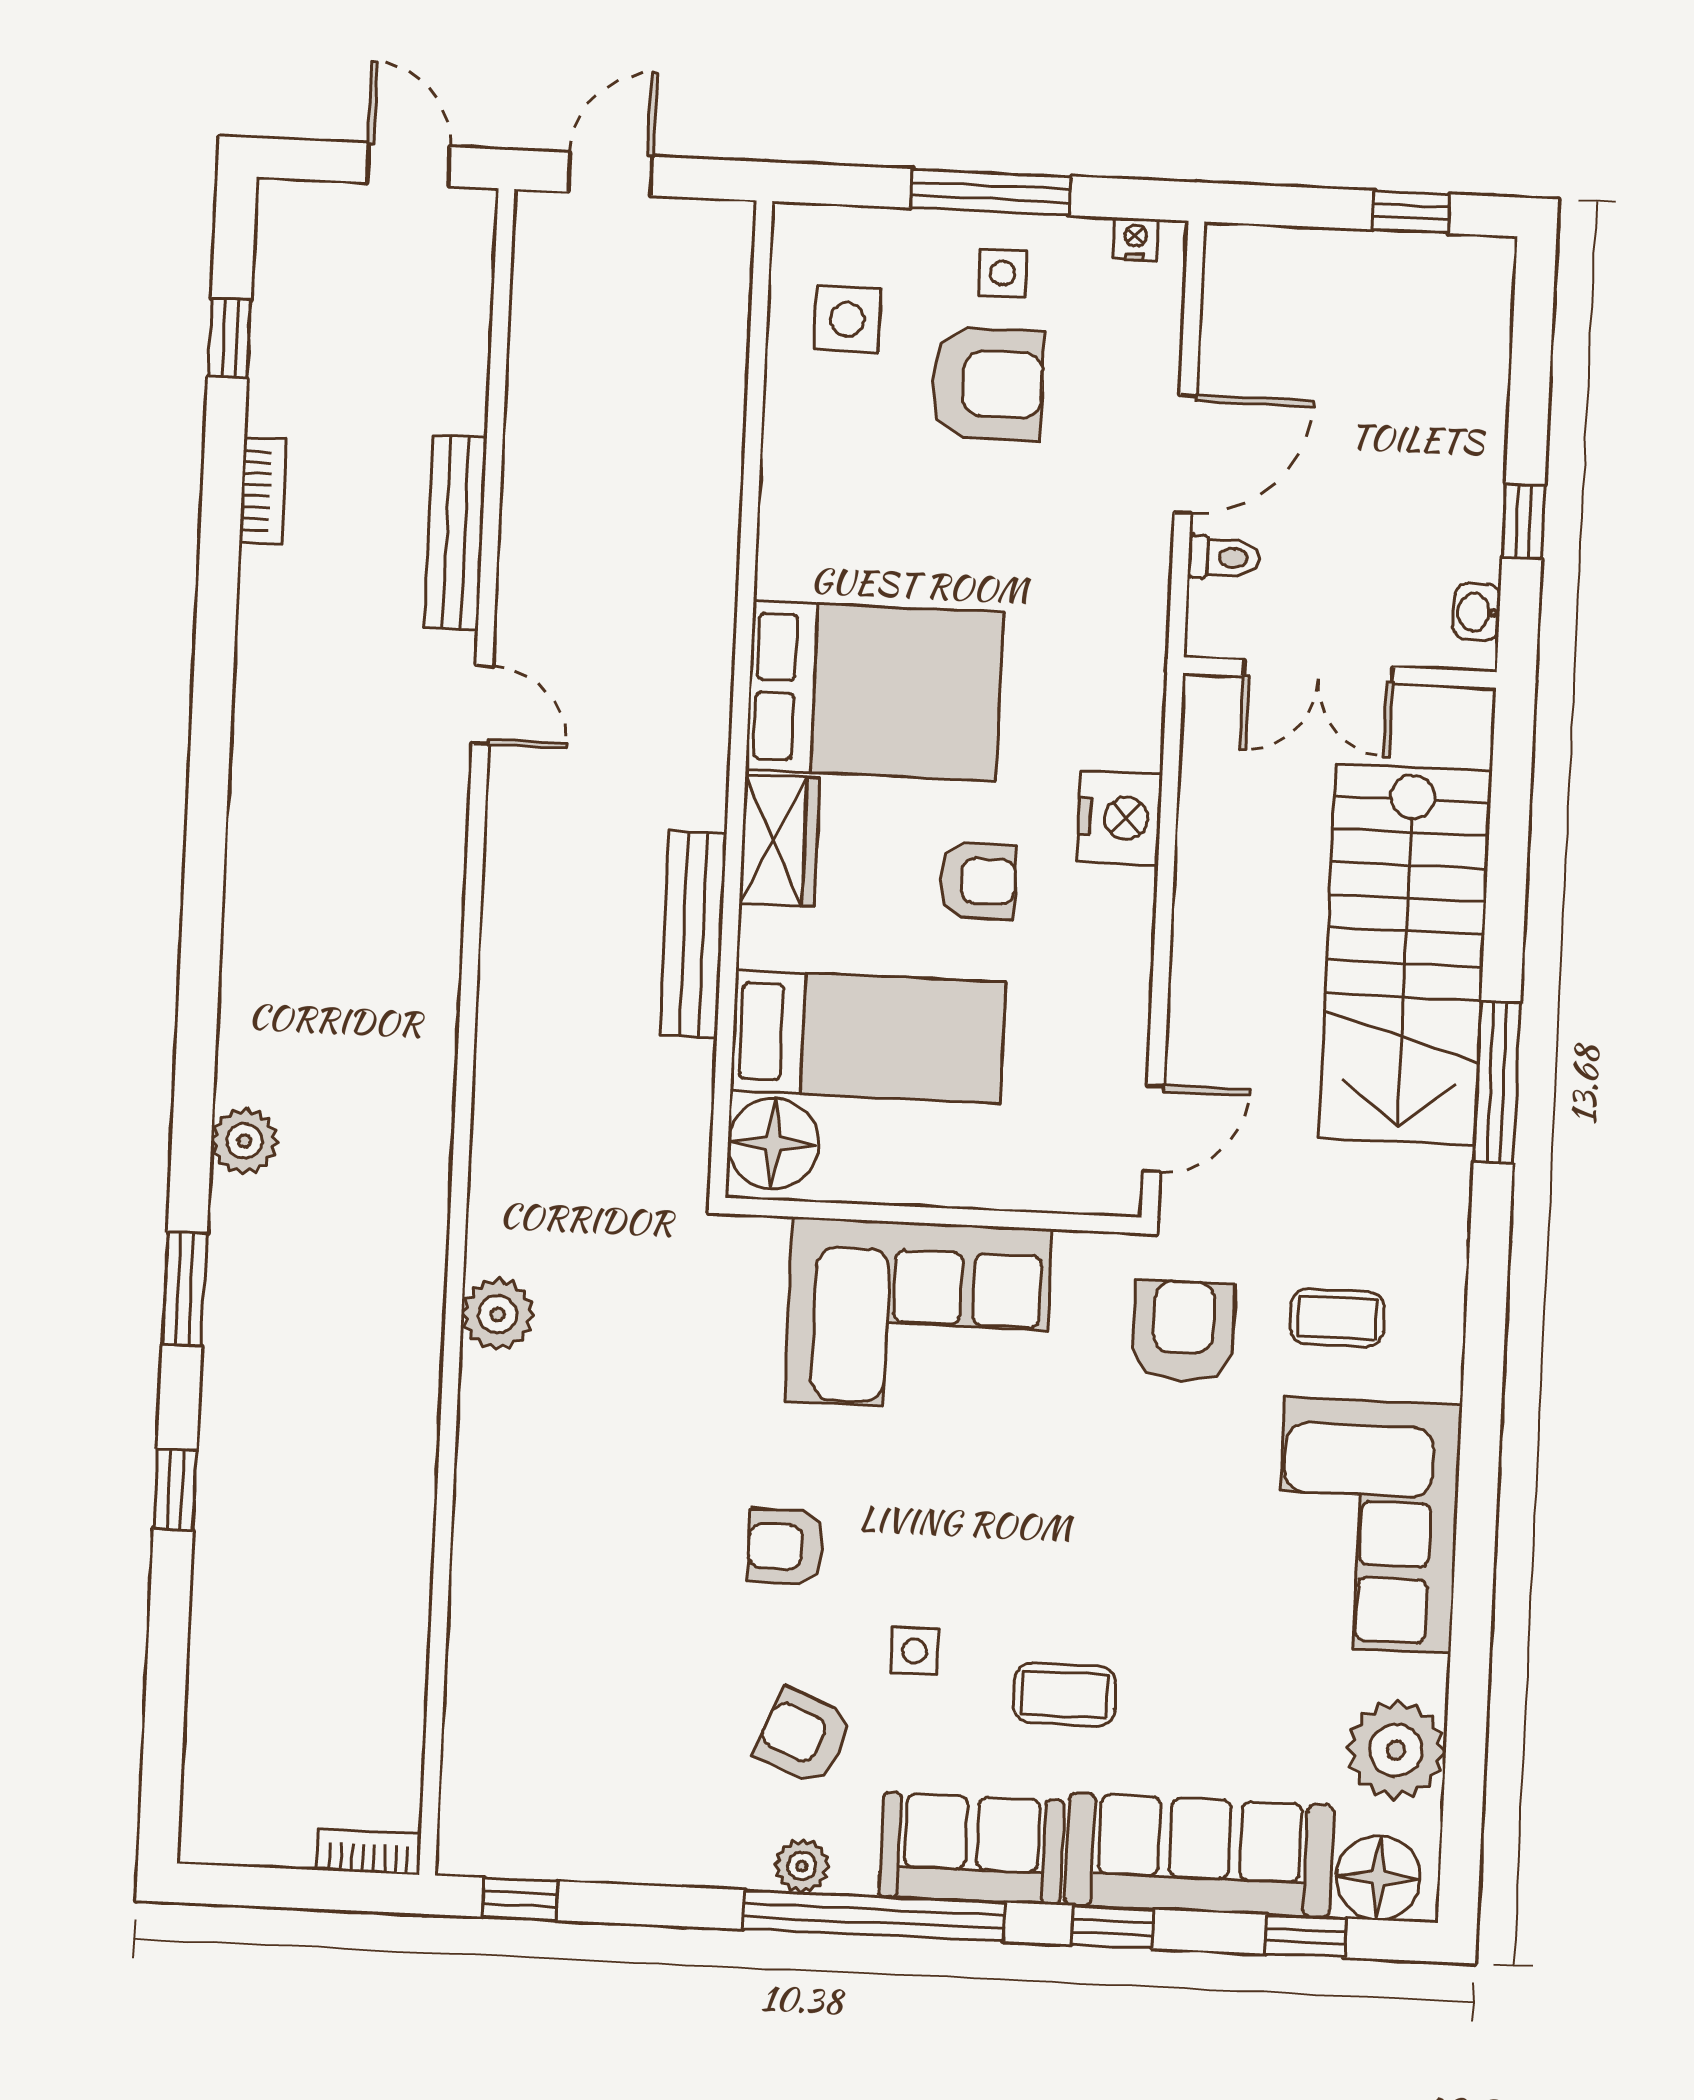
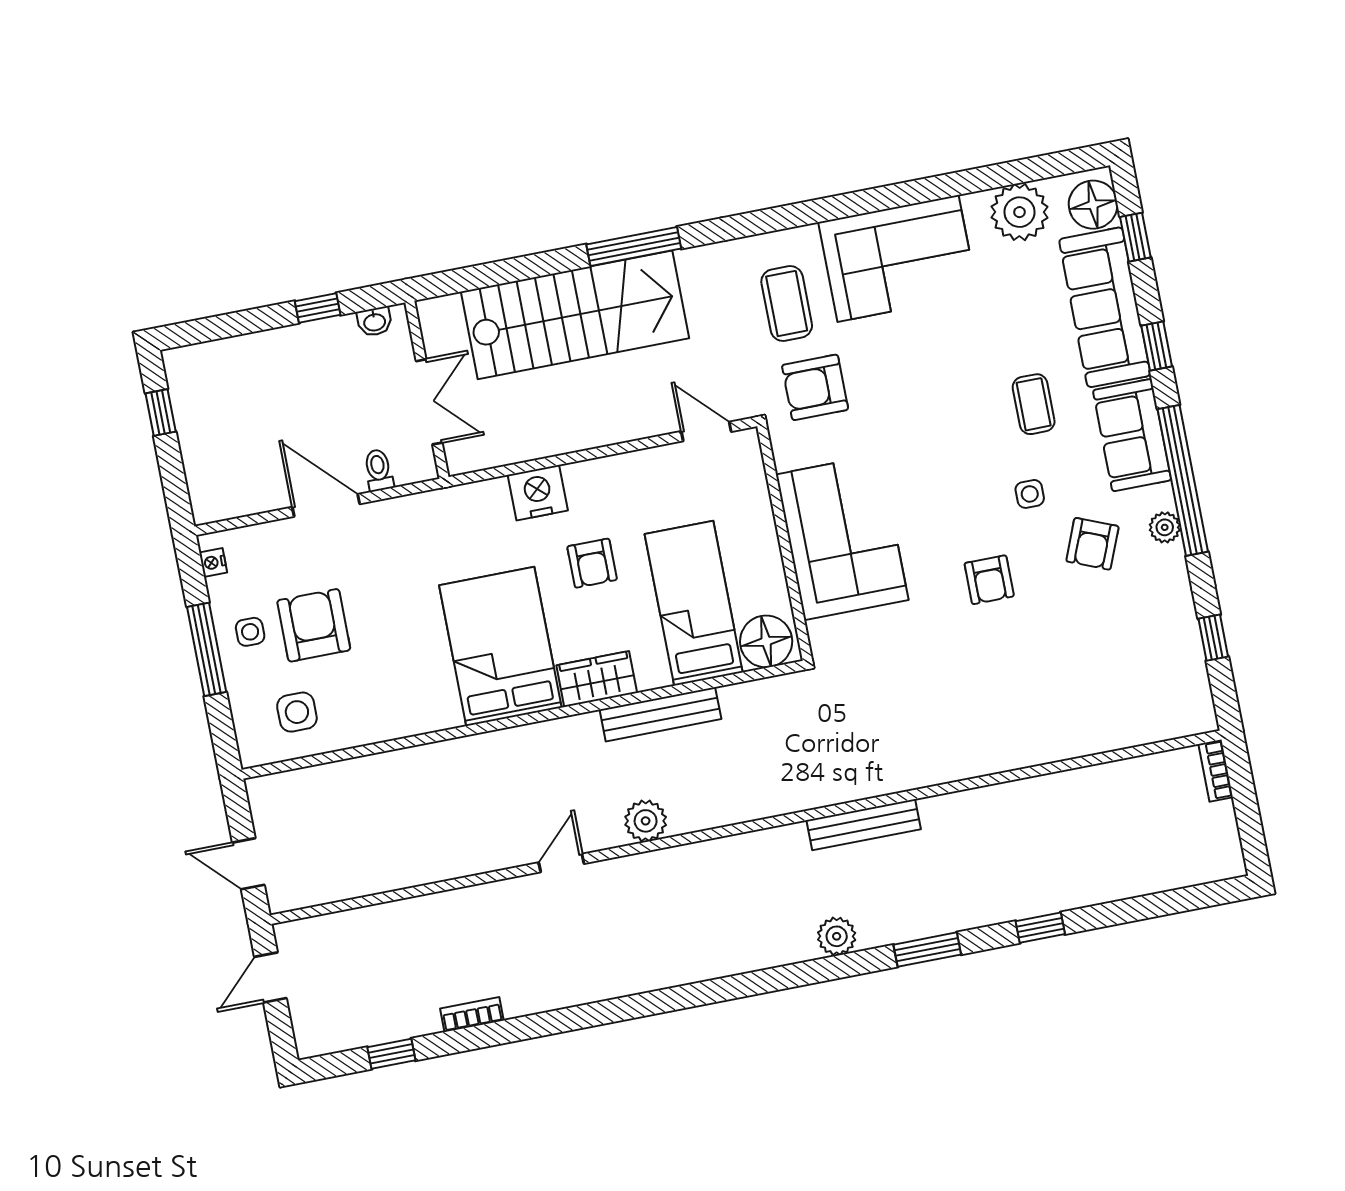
bench: (456, 533) -> (864, 825), moved
armchair: (978, 881) -> (592, 563), turned 180
plant: (498, 1314) -> (646, 821), moved
coffee table: (1337, 1318) -> (787, 304), width x1.36, depth x1.30
window: (520, 1899) -> (1213, 638), moved

